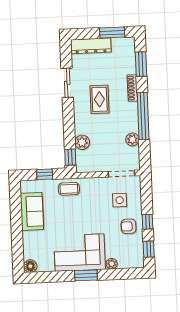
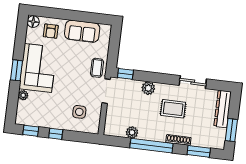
plant: (82, 142) -> (148, 88), moved
window: (45, 174) -> (114, 48), removed
doorway: (121, 174) -> (106, 91), moved
armchair: (129, 226) -> (51, 31), moved, turned 180

